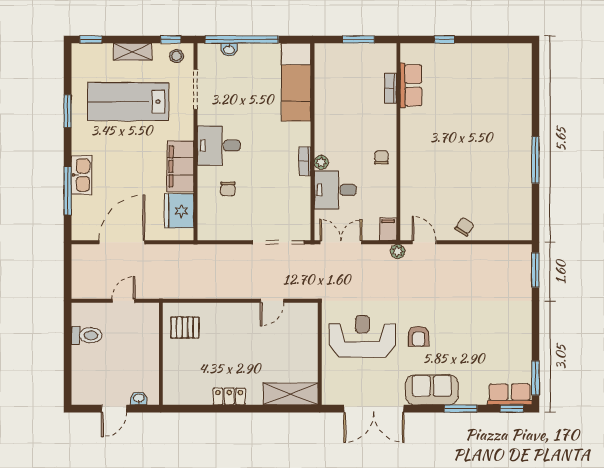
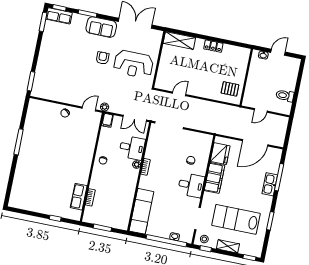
lab bench: (128, 102) -> (236, 219), turned 180
door: (424, 242) -> (89, 109), swing flipped

